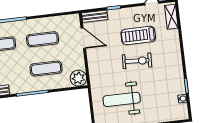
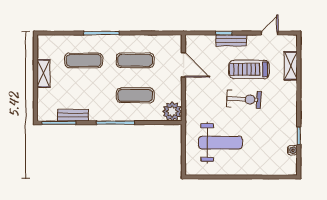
bench: (95, 16) -> (231, 40), moved
shelving: (171, 17) -> (291, 66), moved
weight bench: (122, 99) -> (220, 143), turned 180

